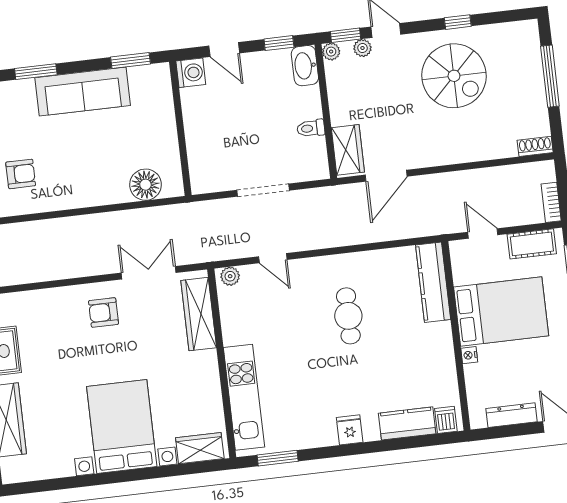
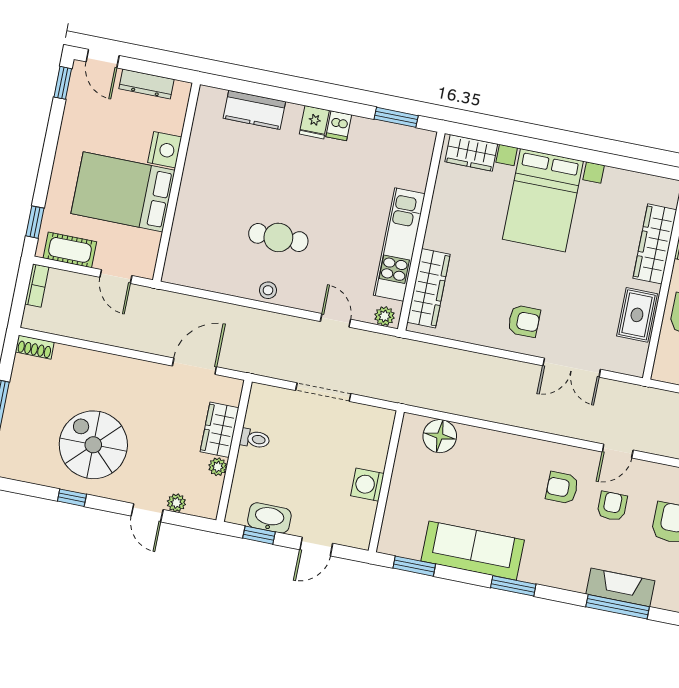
window: (346, 35) -> (189, 521), removed
door: (224, 50) -> (316, 547), swing flipped
plant: (331, 52) -> (218, 467), moved
washbasin: (305, 66) -> (269, 518), moved, turned -90
washing machine: (191, 73) -> (367, 485), moved
wardrobe: (348, 150) -> (220, 430), moved
stool: (342, 266) -> (268, 290), added
double door: (149, 273) -> (572, 368), moved
kitchen counter: (433, 282) -> (182, 244), removed
cafe table: (348, 316) -> (278, 237), turned 90
nightstand: (469, 355) -> (165, 150), width x1.89, depth x1.79
kitchen unit: (244, 397) -> (399, 244), moved
dishwasher: (446, 420) -> (339, 126), moved

